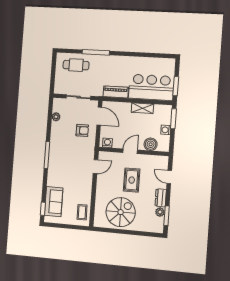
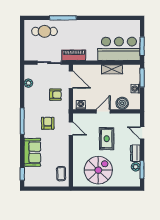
piano: (116, 92) -> (74, 55), moved
armchair: (72, 159) -> (48, 123), added
door: (96, 167) -> (71, 129), hinge flipped
sofa: (54, 202) -> (32, 152), moved

